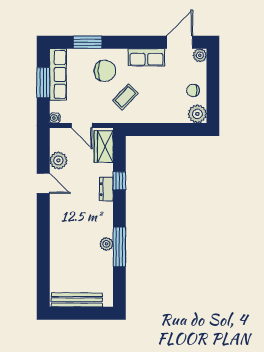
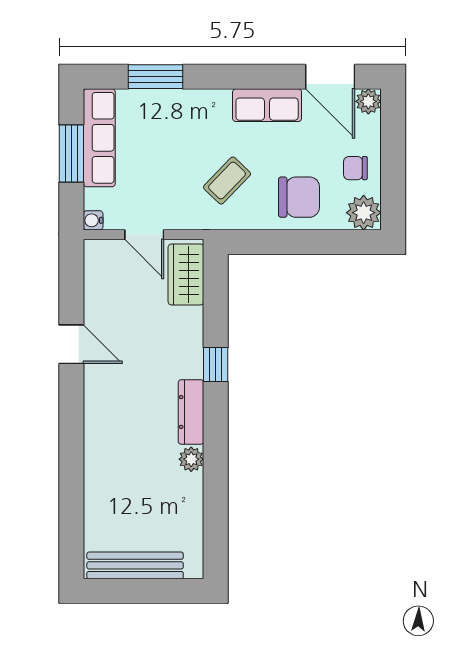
door: (180, 42) -> (330, 77), swing flipped
chair: (105, 71) -> (299, 197), moved
plant: (58, 160) -> (100, 301), removed
window: (119, 181) -> (216, 364), moved
dresser: (106, 189) -> (191, 412), moved, width x1.44
window: (119, 247) -> (216, 465), removed

